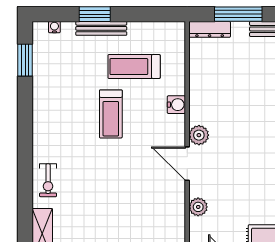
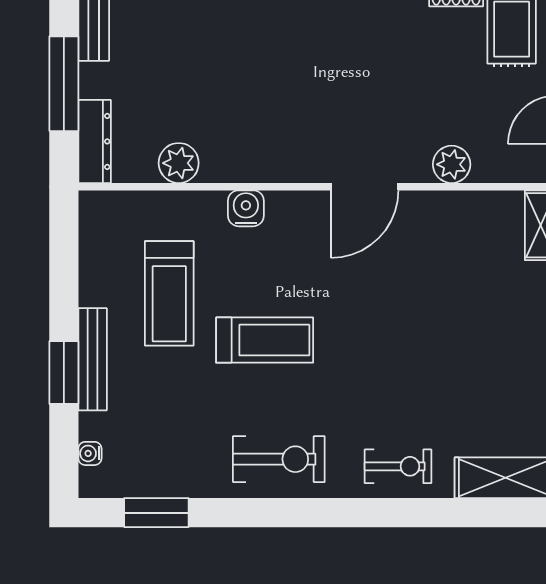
exercise bike: (52, 121) -> (279, 459), added
plant: (199, 135) -> (179, 163), moved

